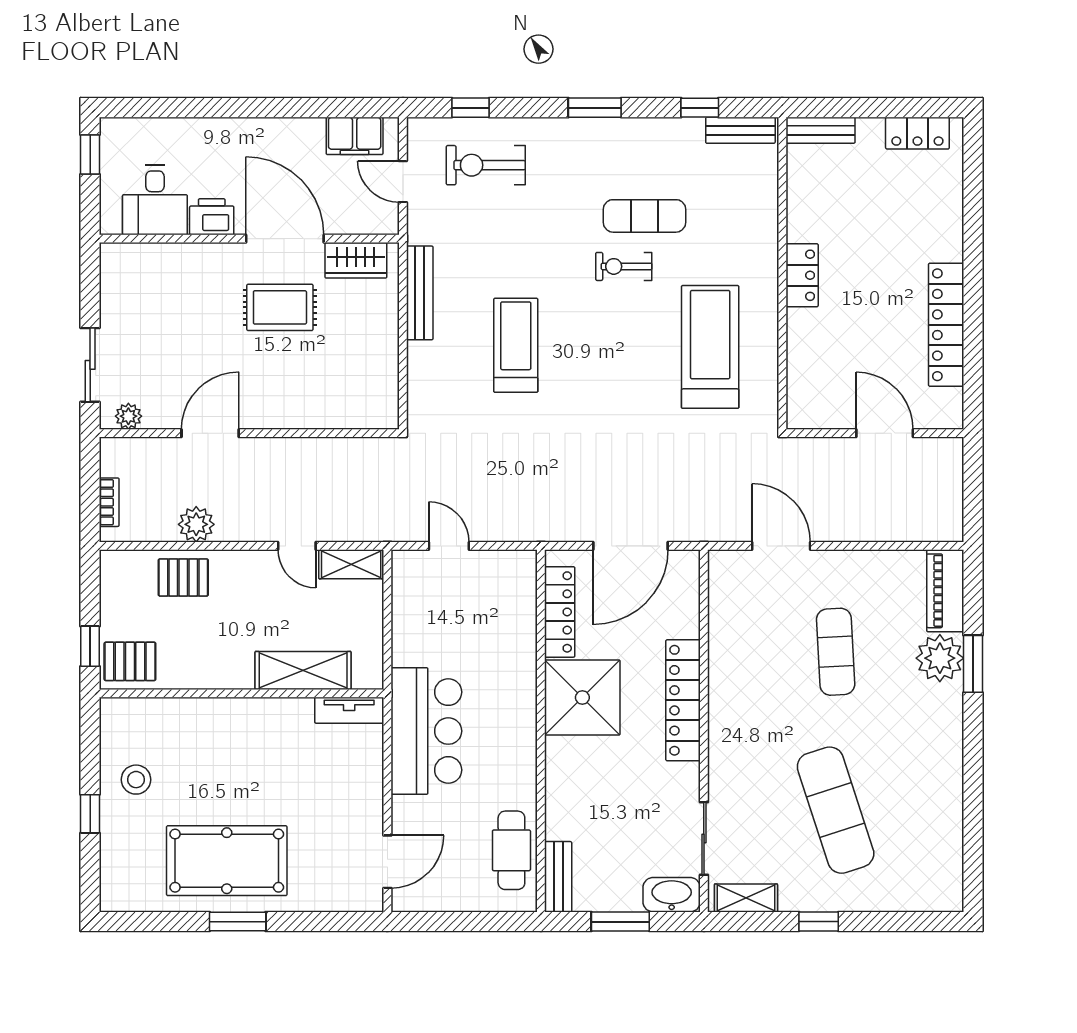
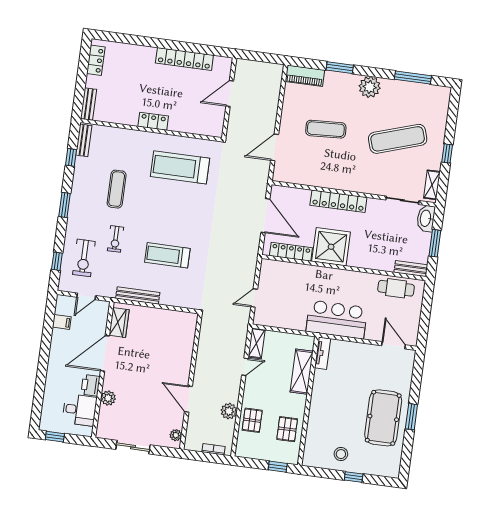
filing cabinet: (355, 136) -> (62, 322), width x0.50
plant: (189, 259) -> (108, 398), added
exercise bike: (624, 266) -> (116, 239), moved
rug: (280, 307) -> (136, 360), removed
sliding door: (90, 365) -> (133, 447), moved
plant: (940, 658) -> (370, 87), moved
pallet: (130, 661) -> (287, 429), moved
window: (973, 825) -> (413, 78), added

